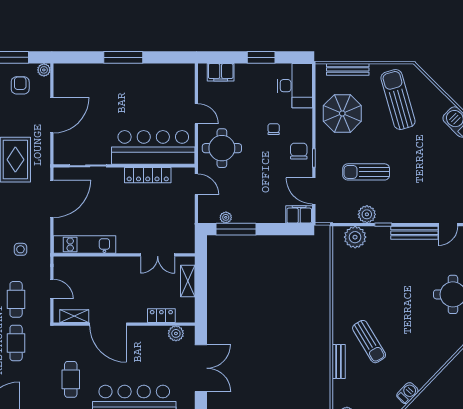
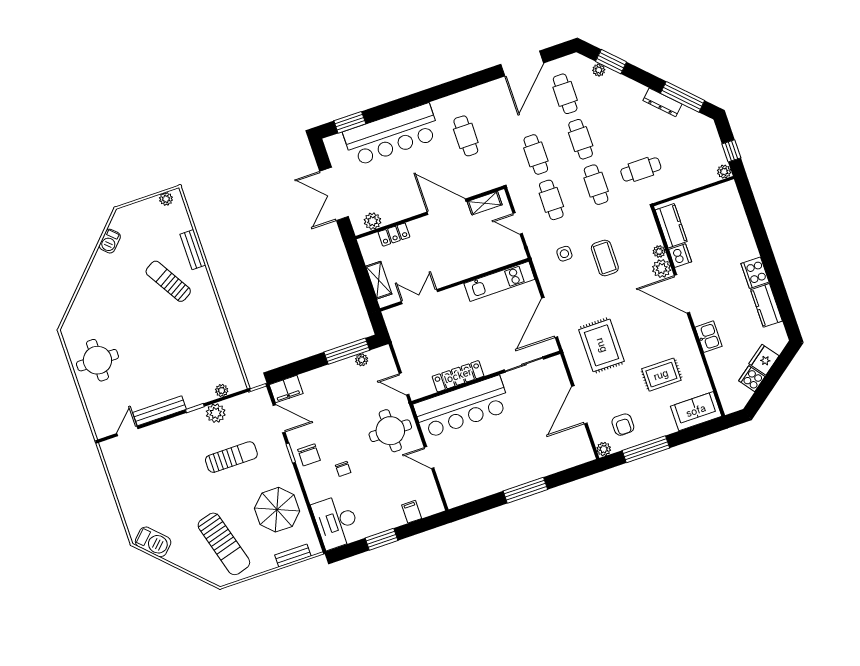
bench: (348, 69) -> (293, 555), width x0.73
filing cabinet: (221, 72) -> (412, 512), width x0.50
plant: (355, 237) -> (222, 390), width x0.53, depth x0.53

